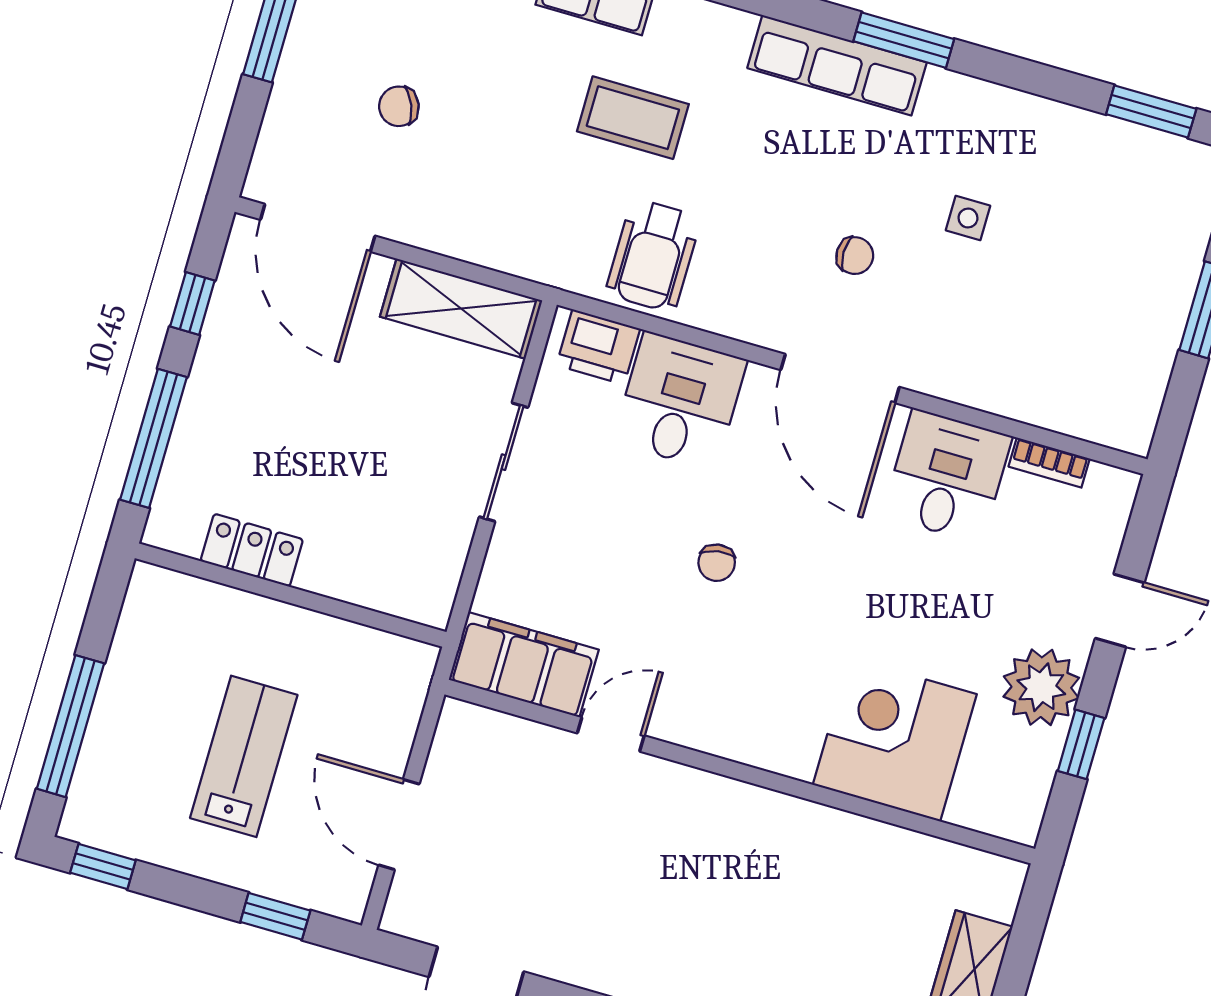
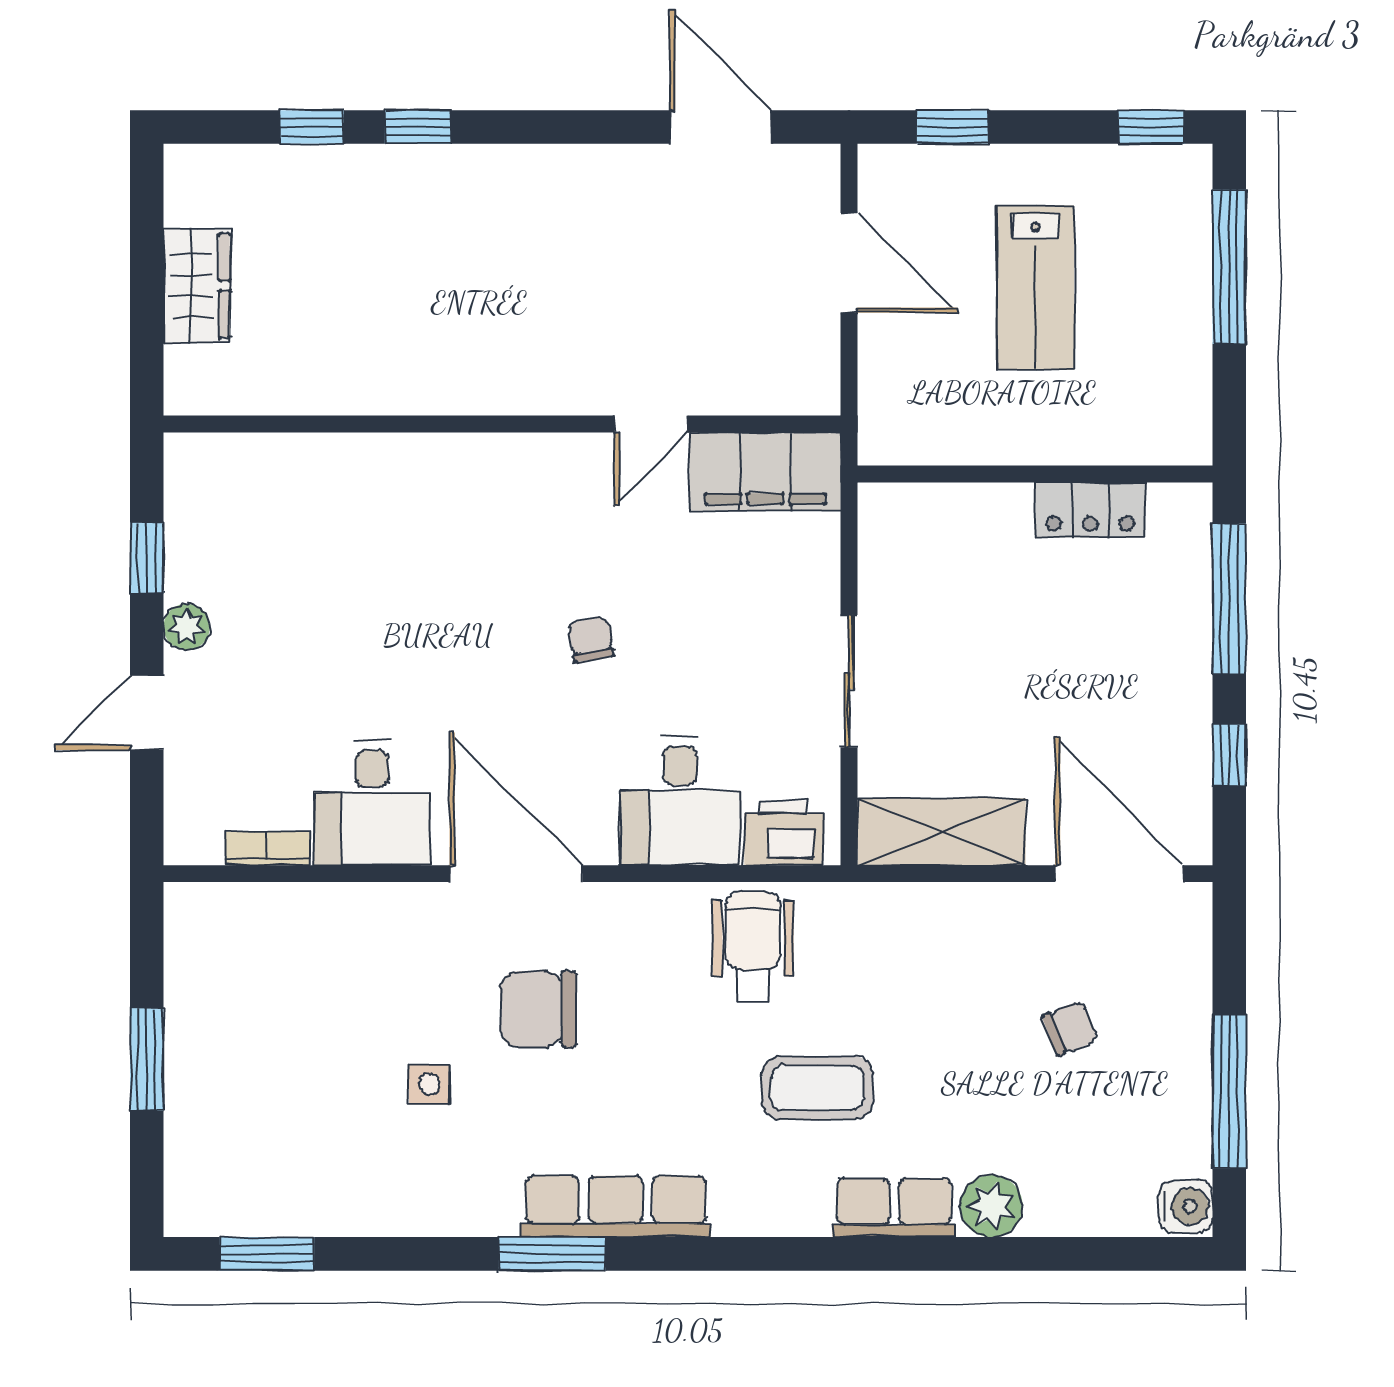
chair: (855, 256) -> (538, 1009), width x1.87, depth x1.87
plant: (1041, 687) -> (187, 627), width x0.53, depth x0.53
corner desk: (895, 740) -> (347, 506), removed

